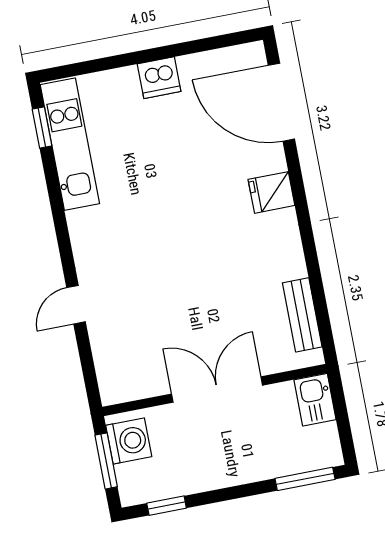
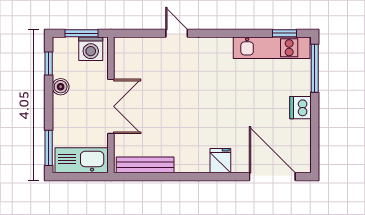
window: (90, 67) -> (315, 68), added
door: (281, 102) -> (272, 177), hinge flipped
bench: (302, 315) -> (145, 165), width x1.36
kitchen sink: (315, 400) -> (82, 160), width x1.88, depth x1.24
boiler: (201, 478) -> (61, 87), added

